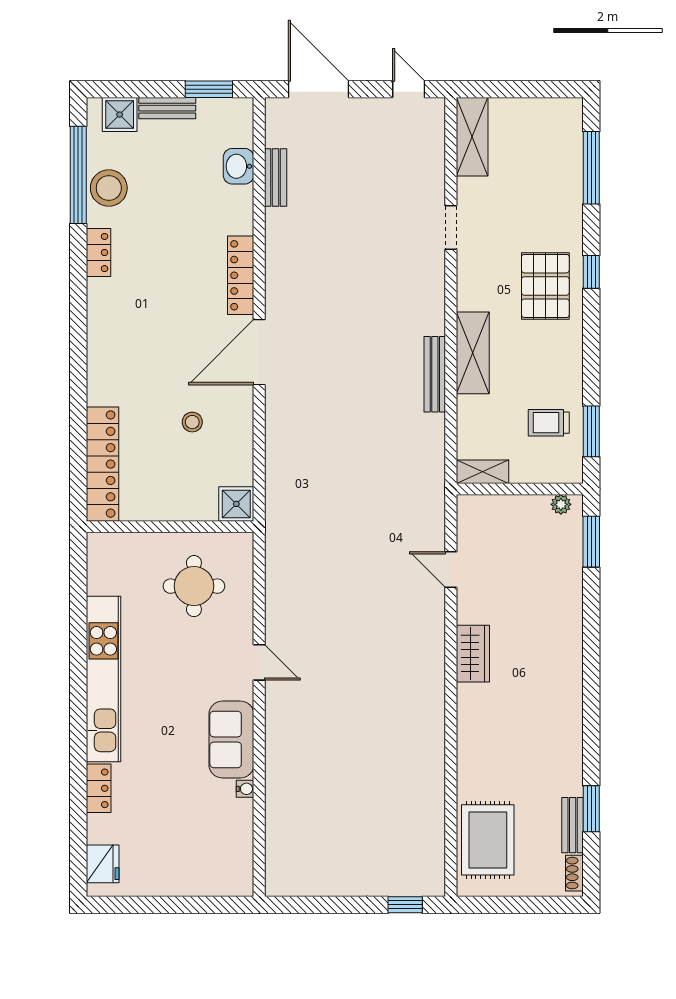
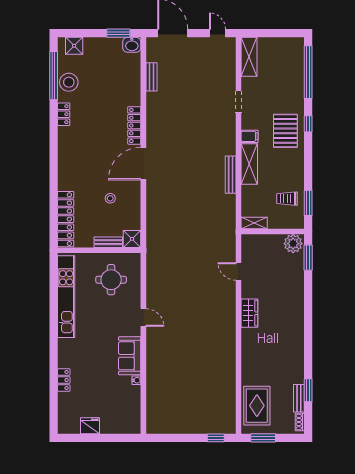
bench: (167, 108) -> (108, 242), moved
washbasin: (239, 166) -> (132, 45), moved, turned -90
window: (591, 168) -> (308, 72), width x1.46
filing cabinet: (473, 297) -> (249, 136), added
plant: (561, 504) -> (293, 244), width x1.88, depth x1.88
kitchen unit: (103, 679) -> (66, 297), moved
fridge: (103, 864) -> (90, 426), moved, turned -90
window: (501, 905) -> (263, 438), added

